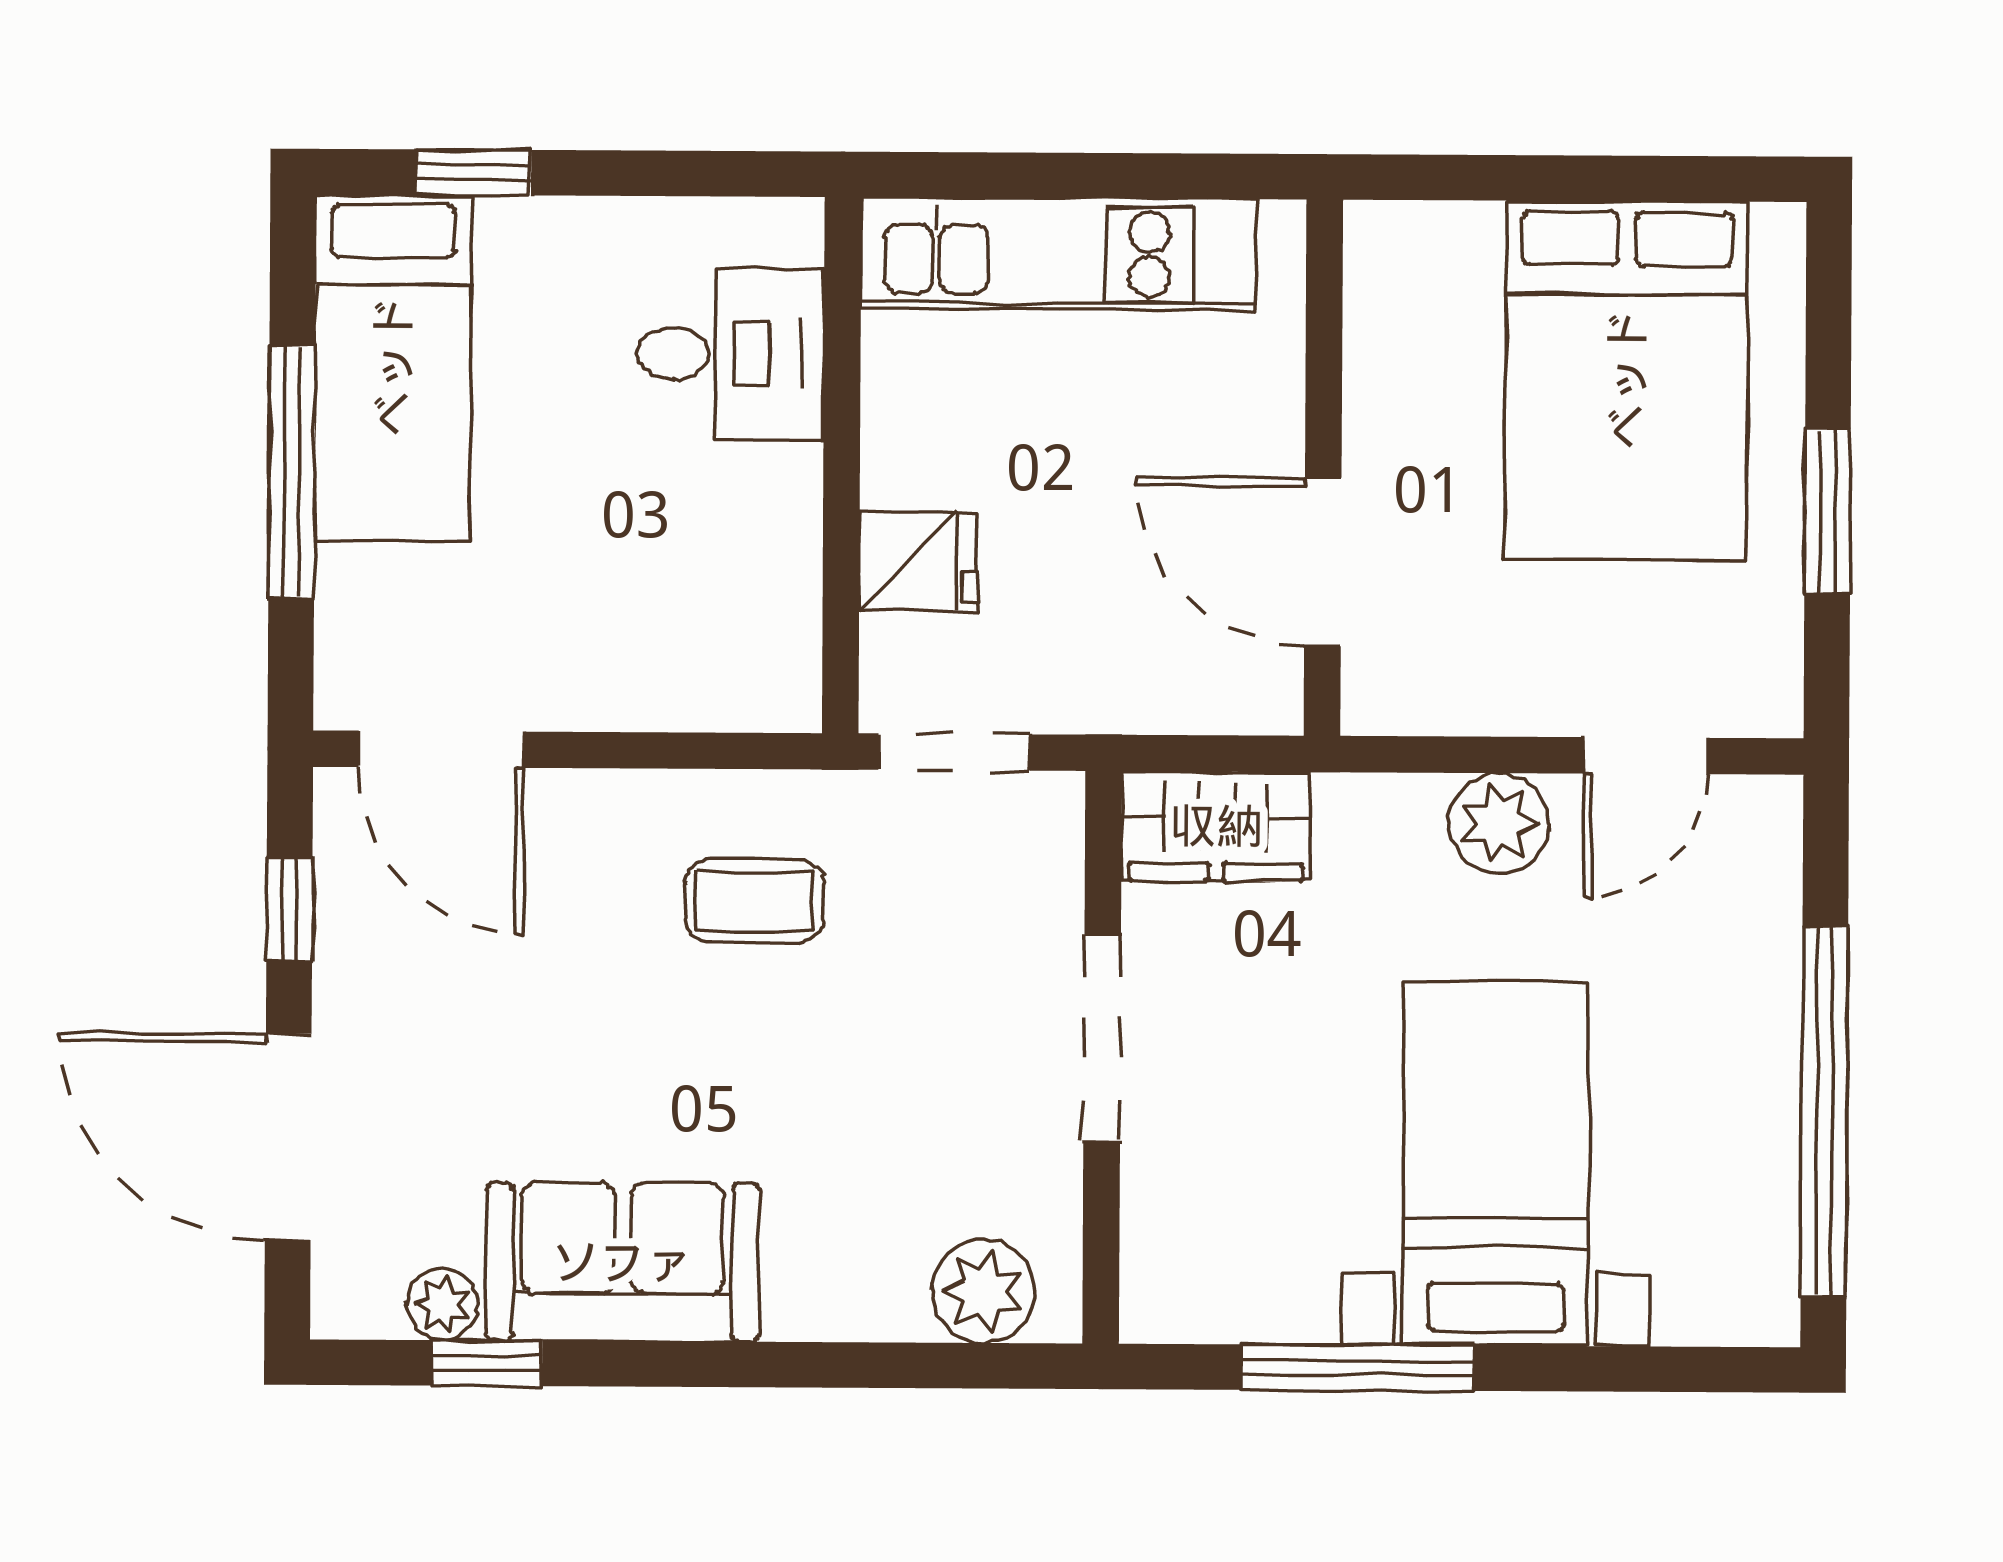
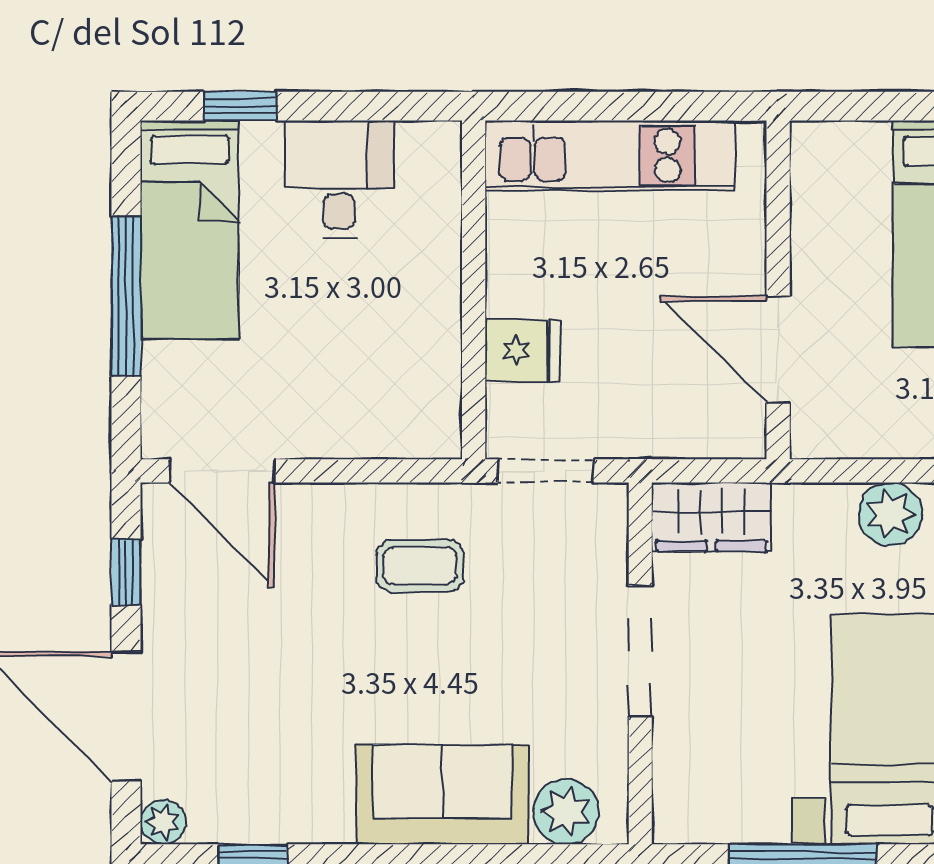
desk: (731, 354) -> (339, 179), moved, turned -90
sofa: (622, 1262) -> (442, 794), moved
plant: (443, 1305) -> (163, 822), moved

